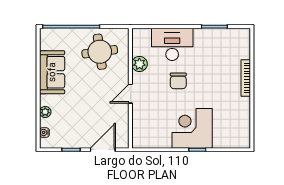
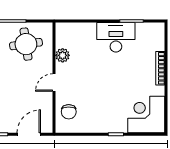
desk: (172, 44) -> (116, 37), moved
chair: (178, 81) -> (69, 112), moved
corner desk: (192, 128) -> (146, 115), moved

